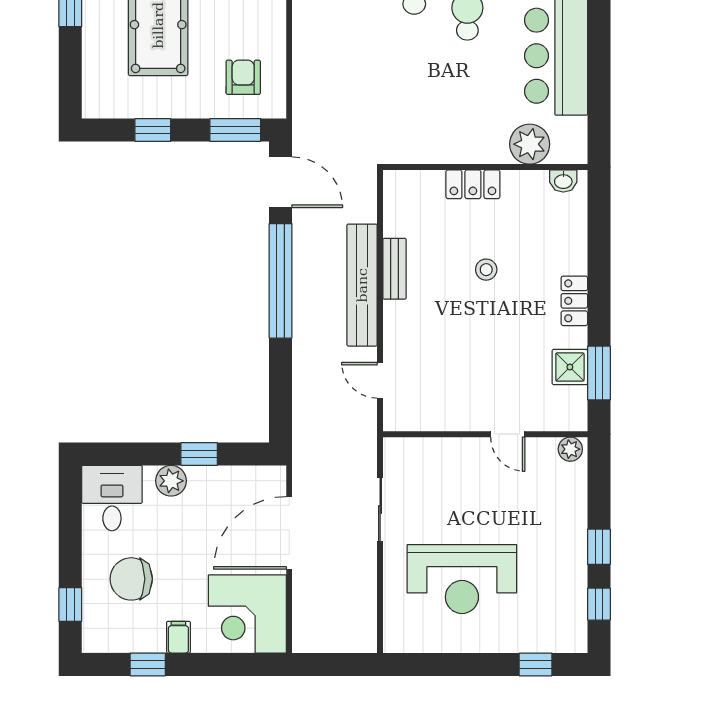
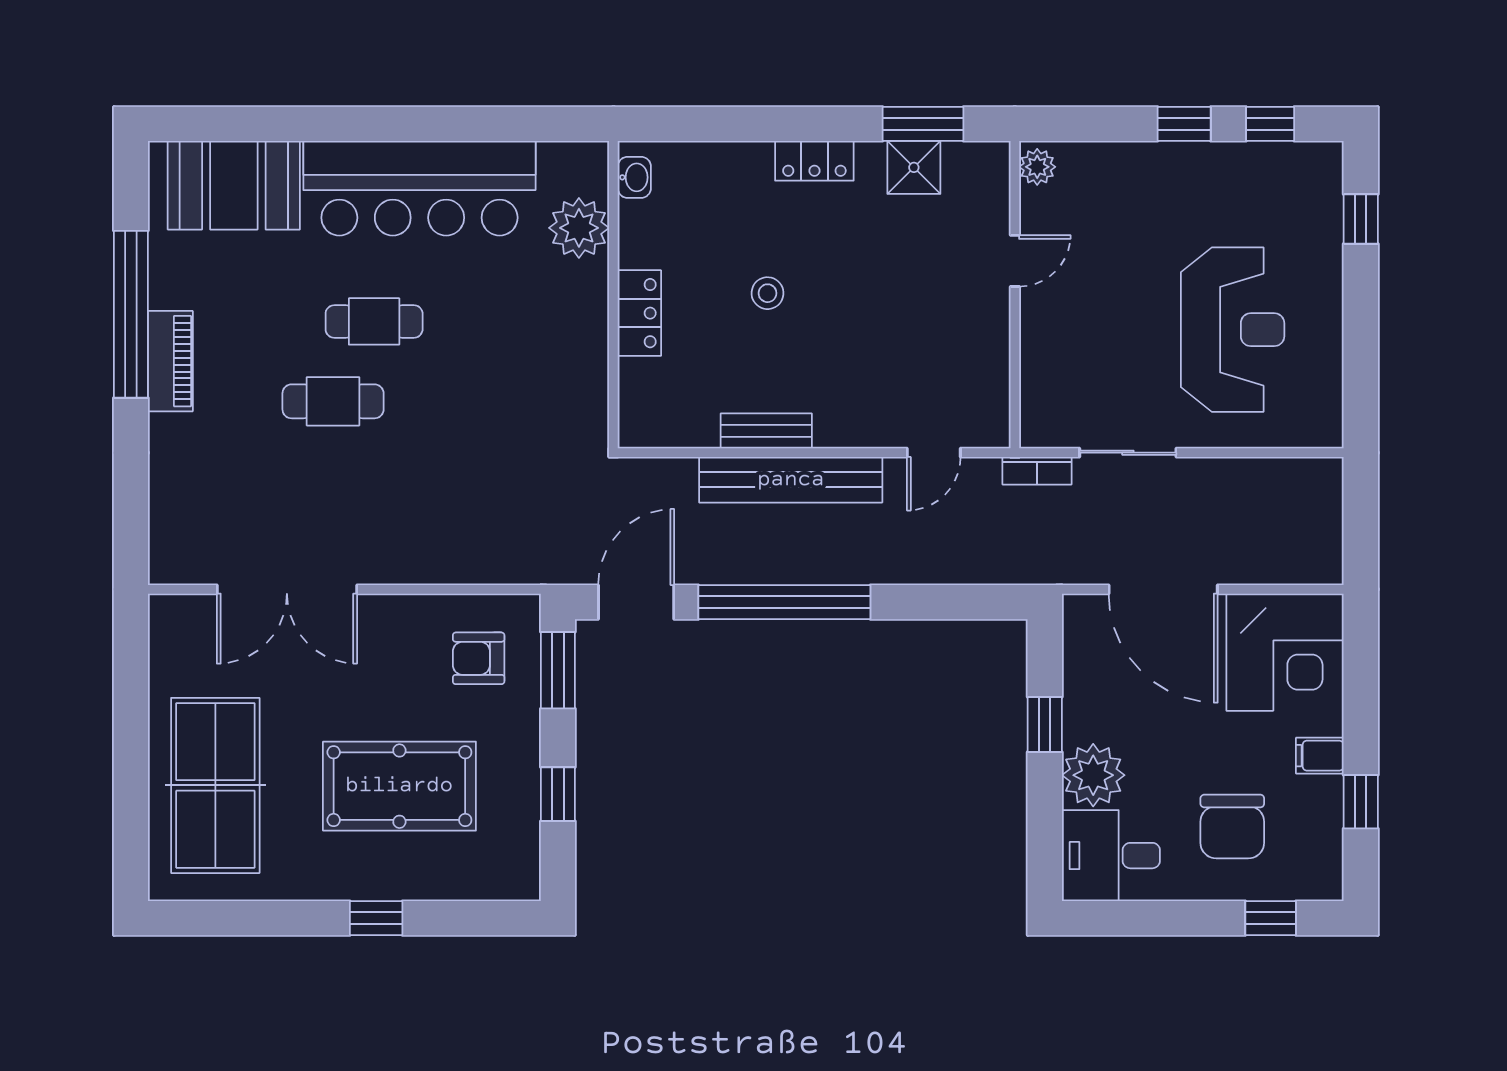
bookcase: (368, 449) -> (1037, 471), added
plant: (171, 481) -> (1093, 775), width x1.36, depth x1.36

